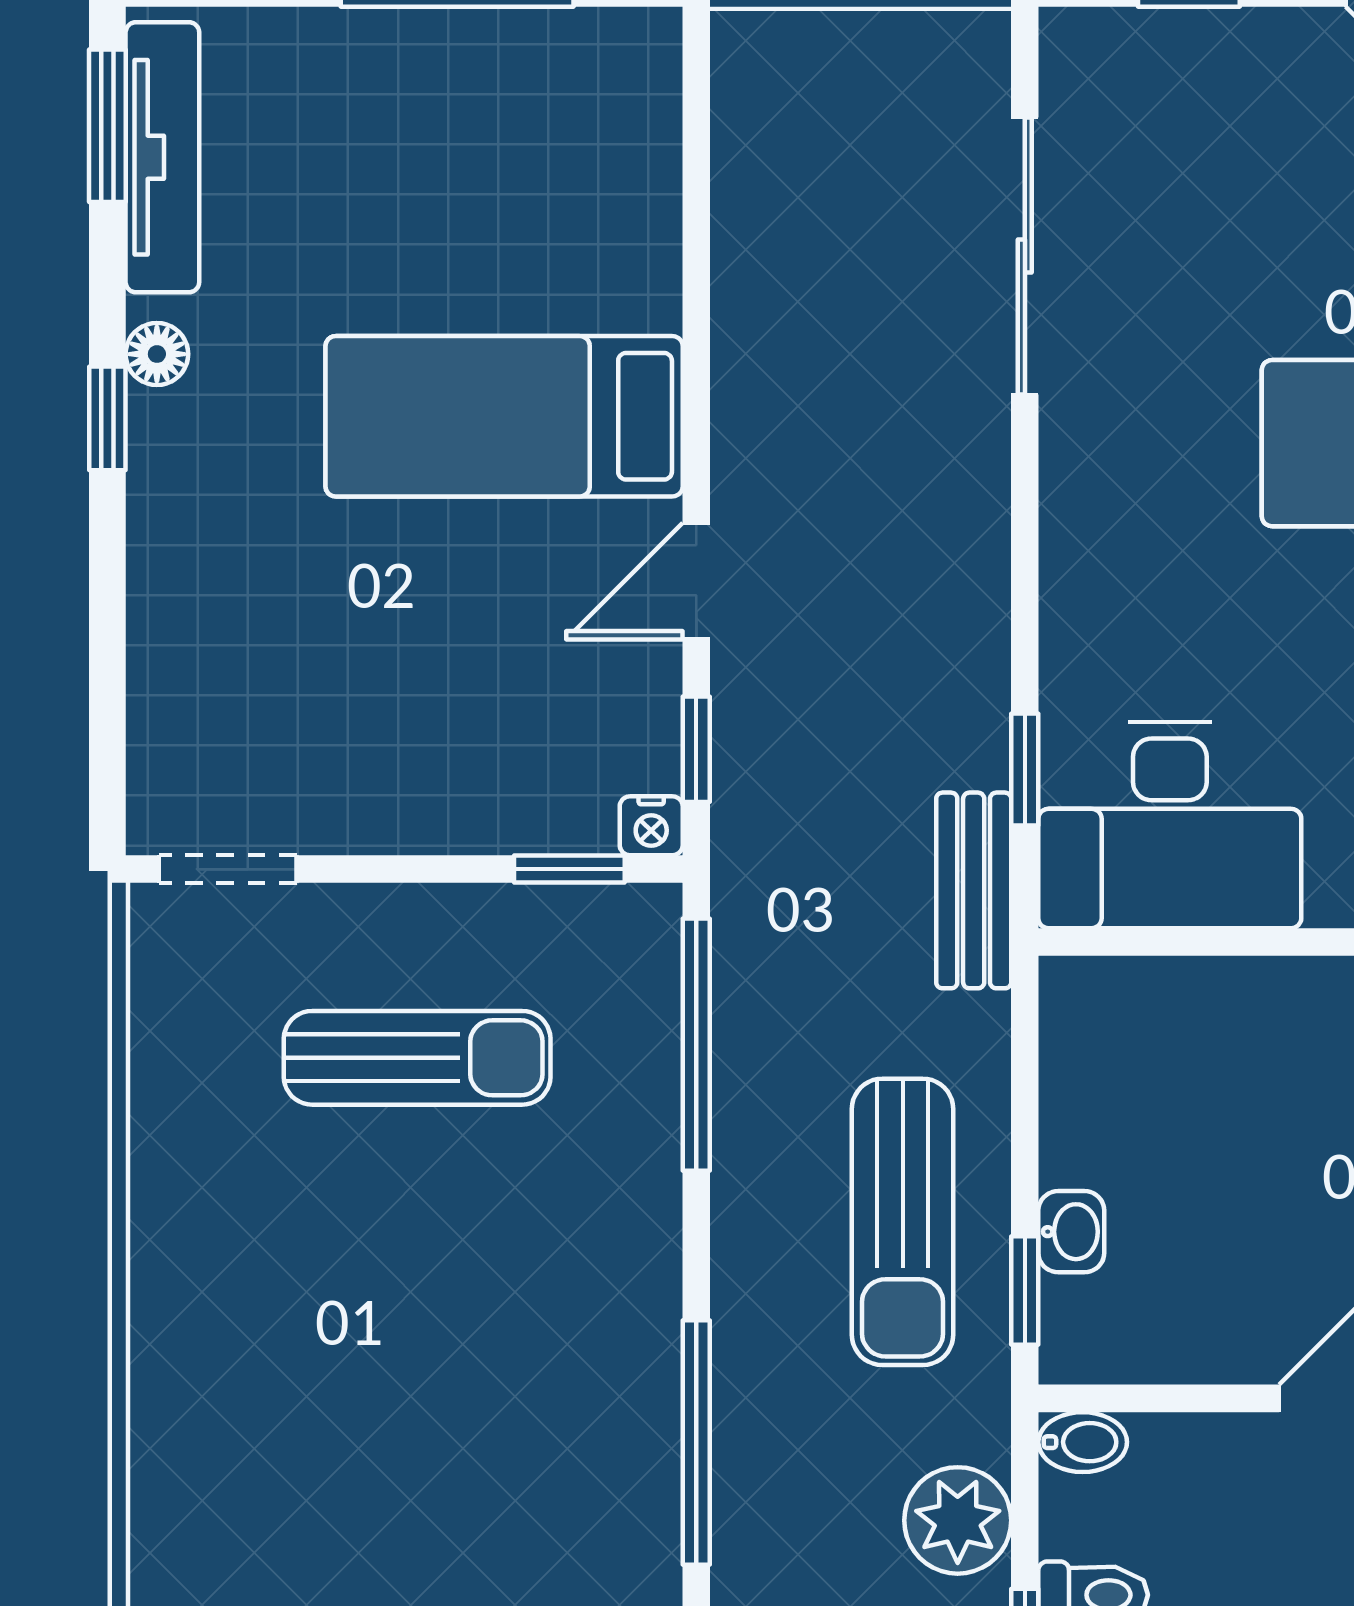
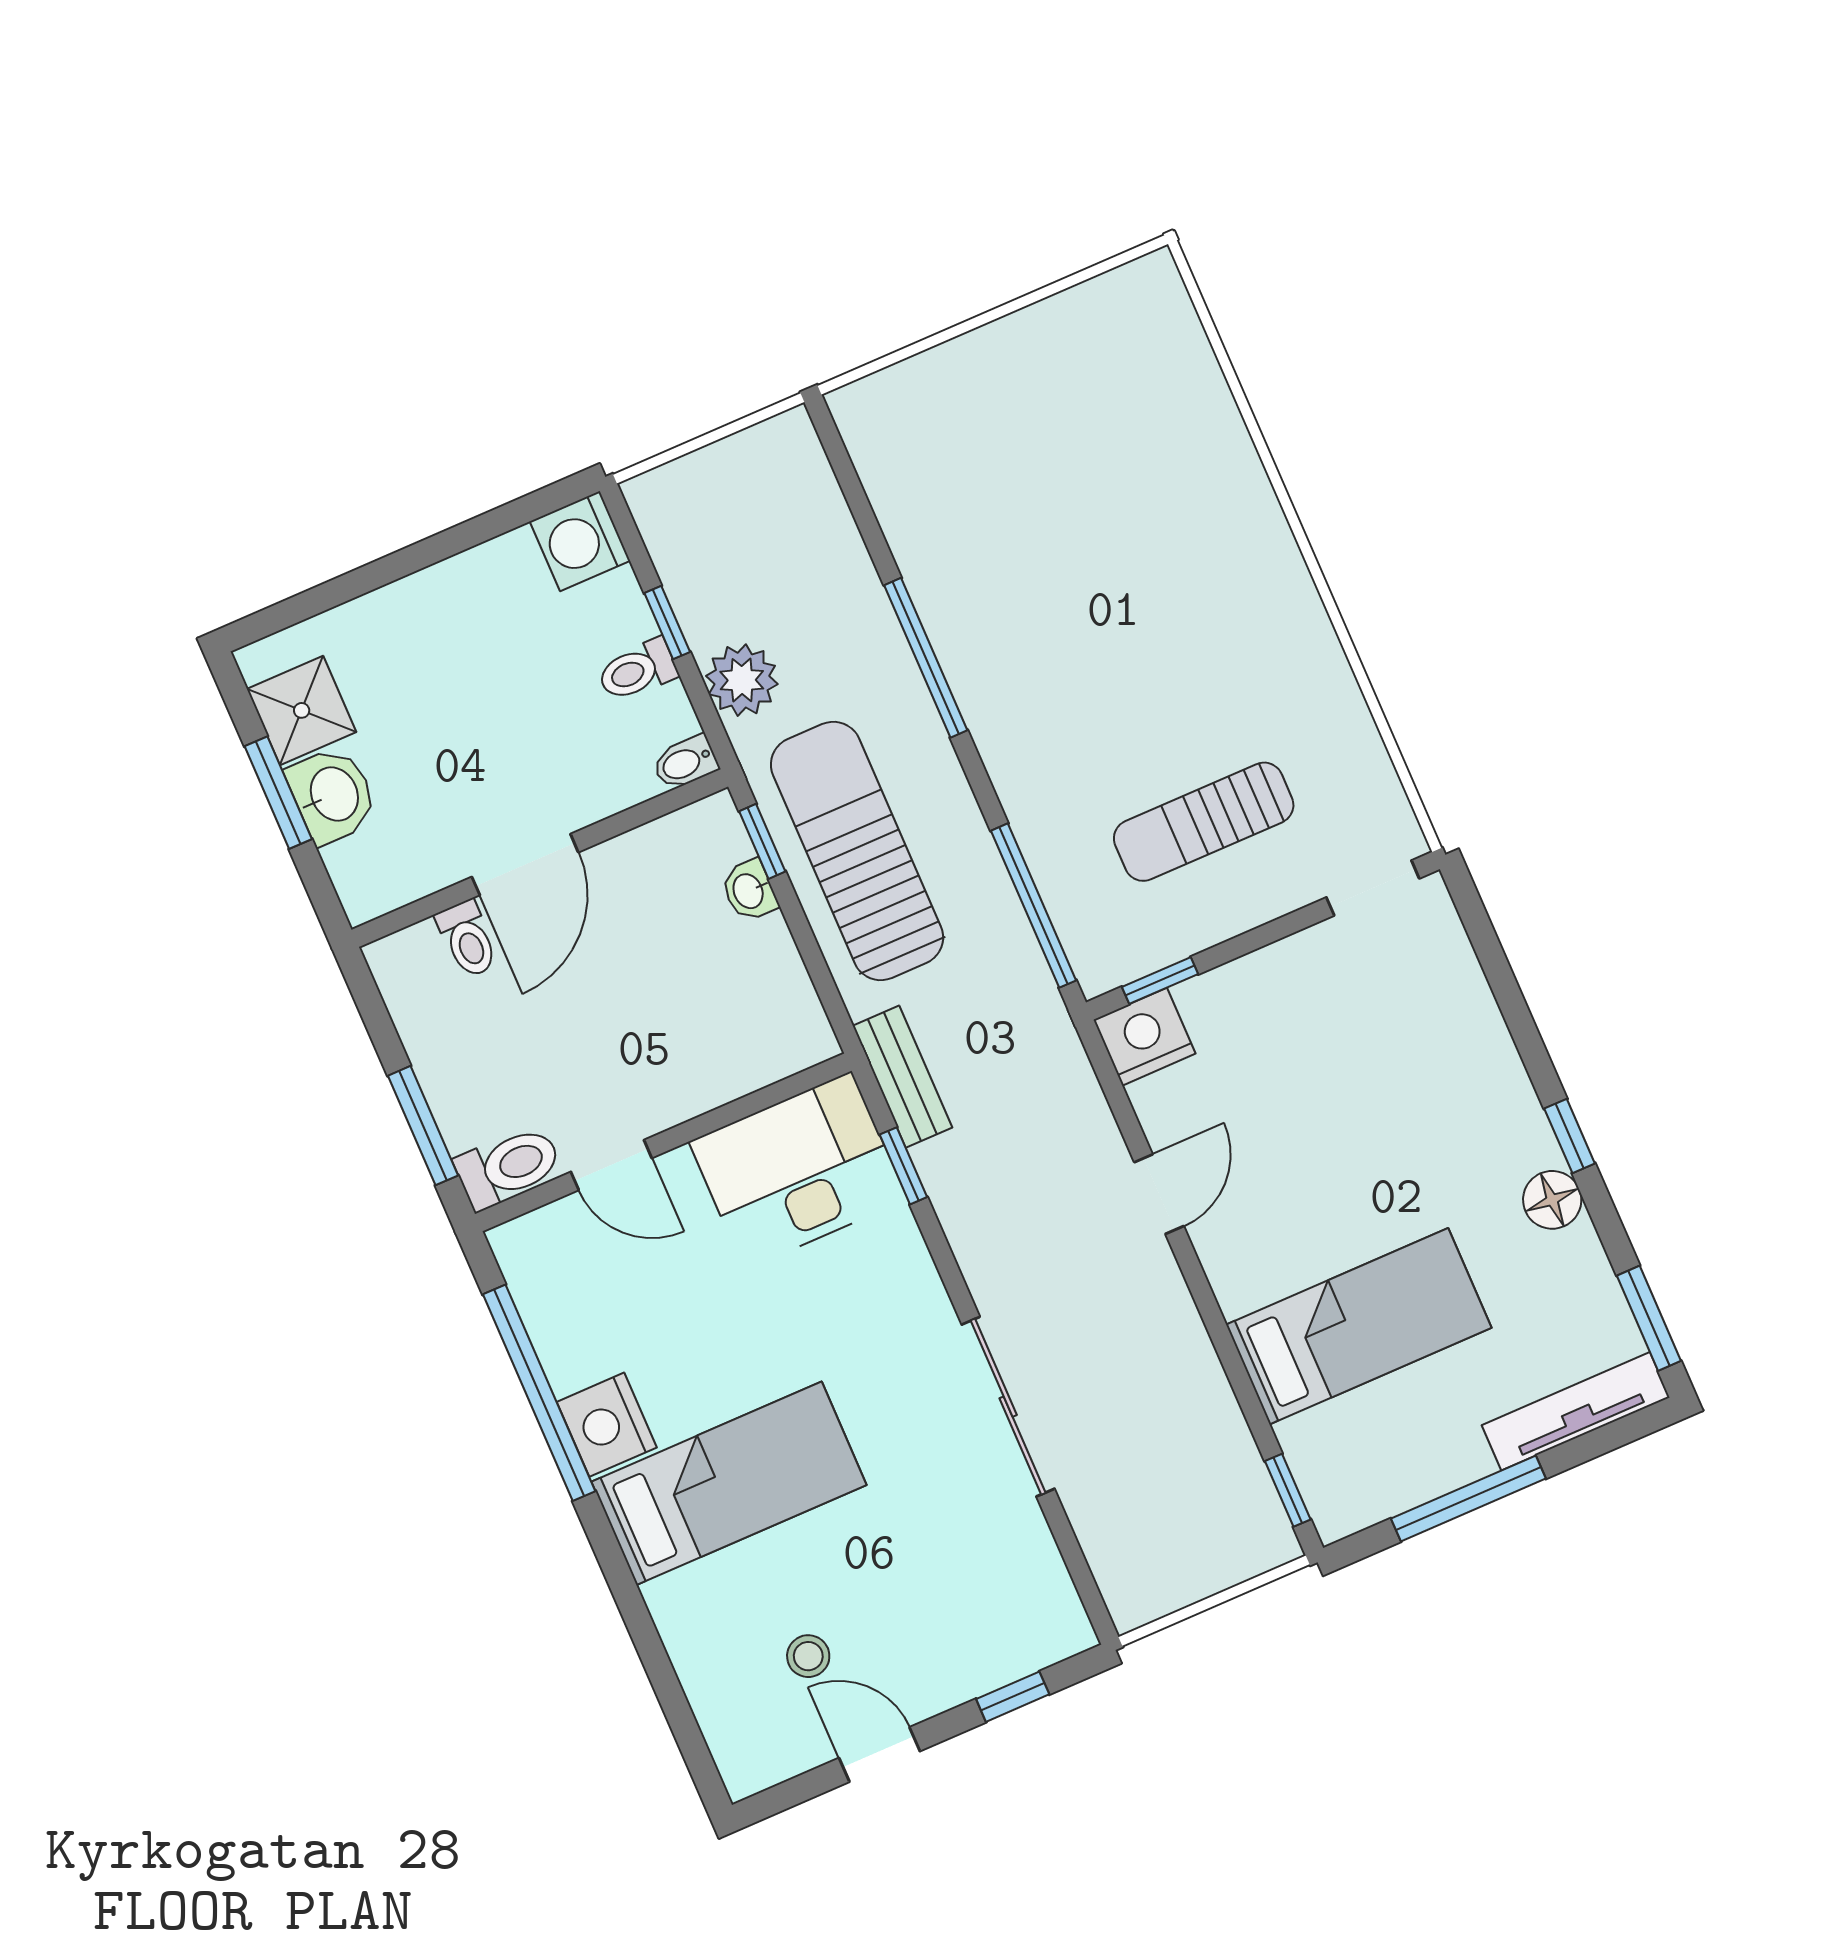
tv unit: (162, 157) -> (1576, 1411), moved, turned 90
sliding door: (1025, 256) -> (1008, 1407), moved
floor lamp: (157, 354) -> (1552, 1200), width x1.37, depth x1.37
bed: (504, 416) -> (1359, 1326), moved
window: (696, 749) -> (1288, 1490), moved
nightstand: (651, 826) -> (1144, 1037), width x1.89, depth x1.79
sun lounger: (903, 1222) -> (857, 851), width x1.36, depth x1.34

